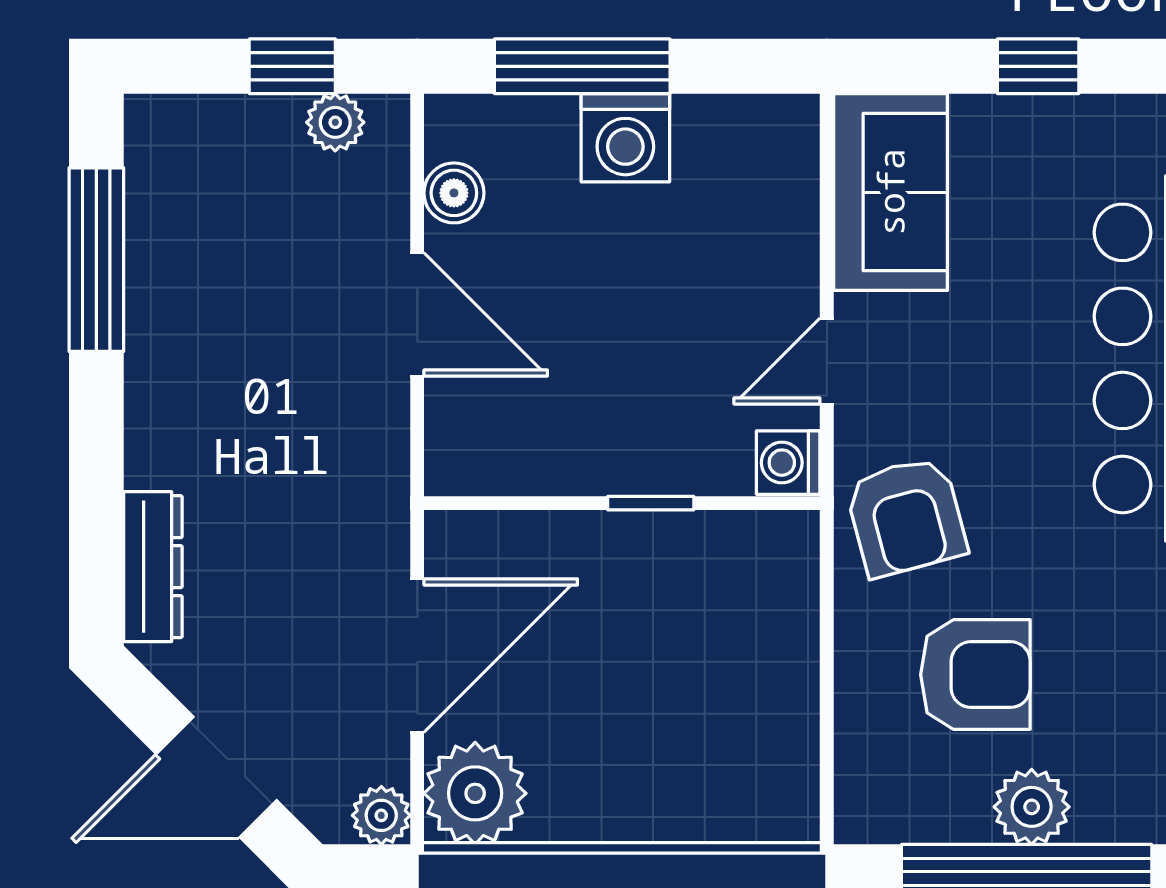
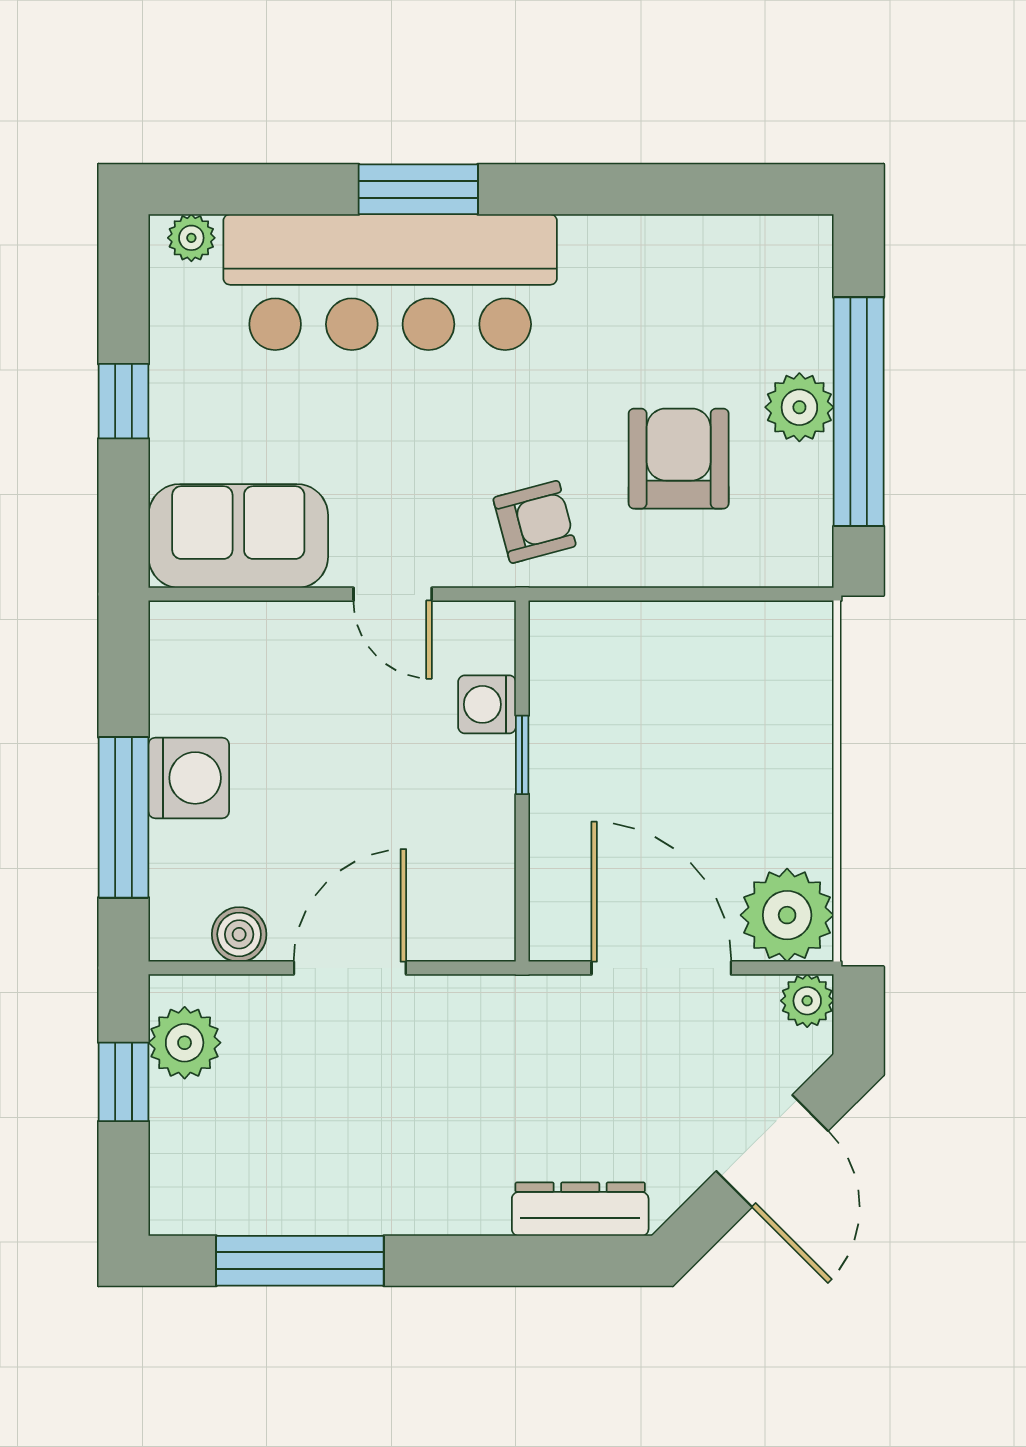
plant: (335, 122) -> (185, 1043), width x1.38, depth x1.38
washing machine: (788, 463) -> (487, 704), moved, turned 90
armchair: (906, 517) -> (535, 522), width x0.72, depth x0.72

